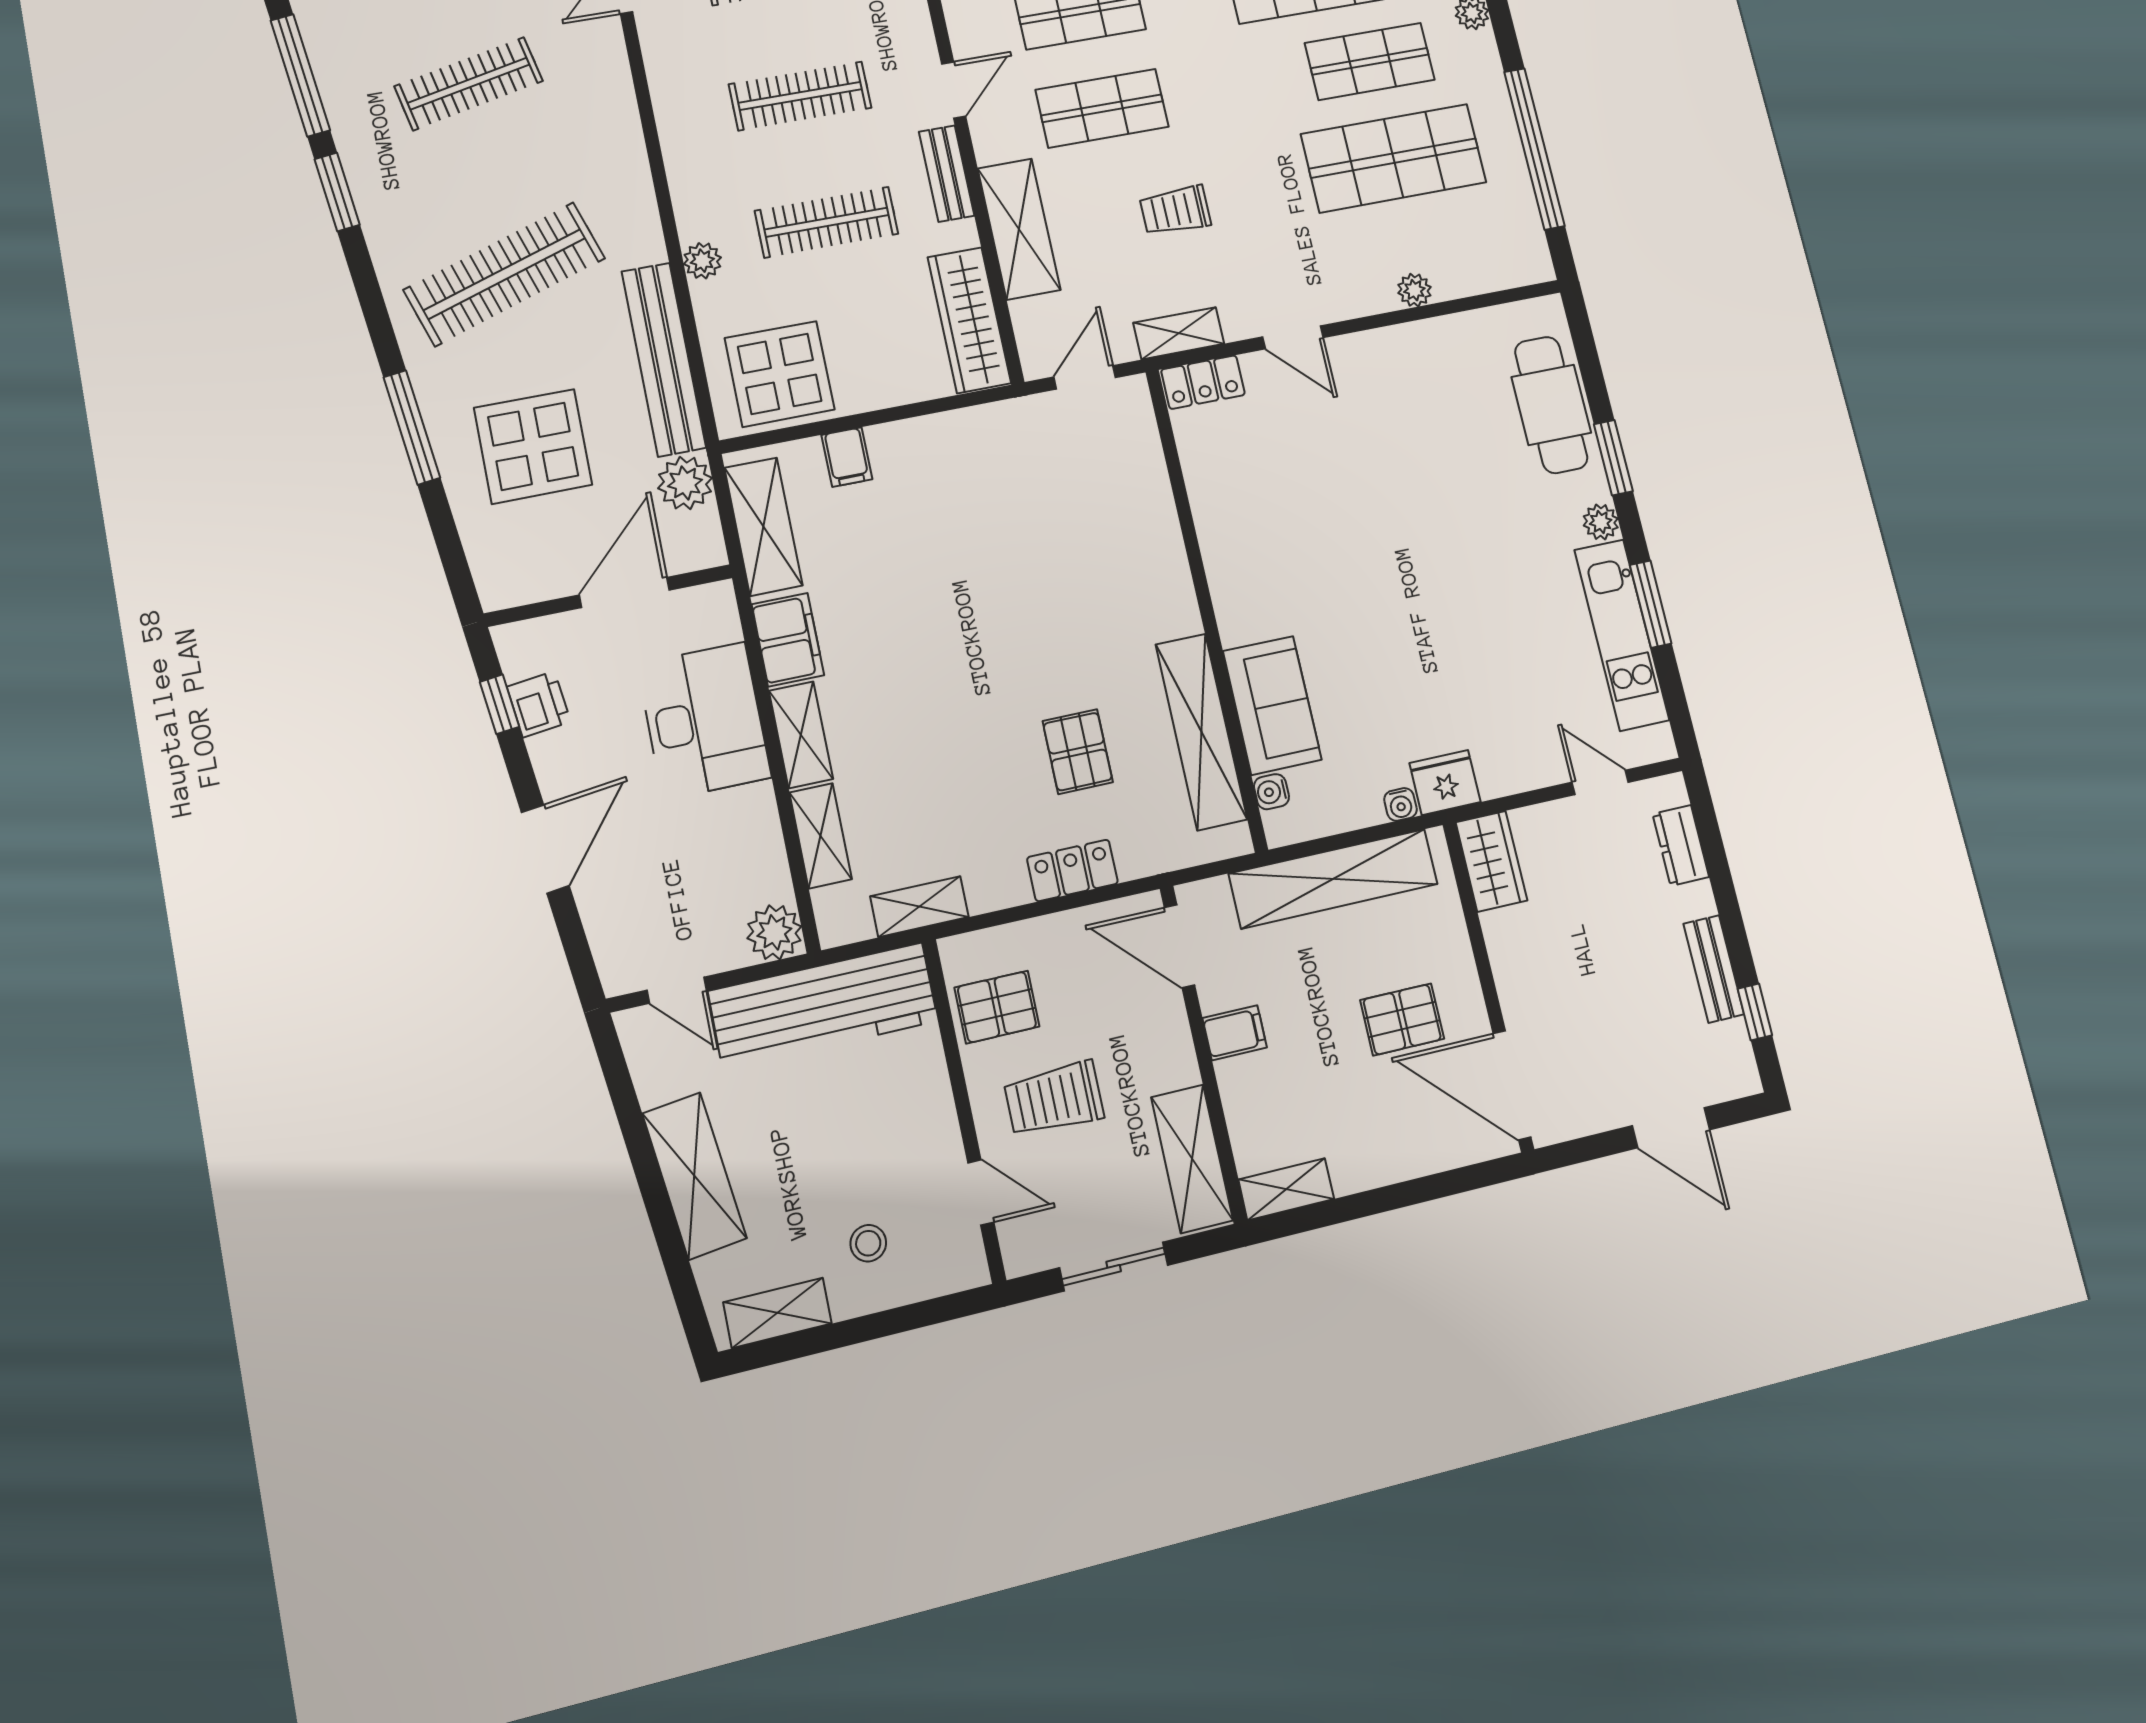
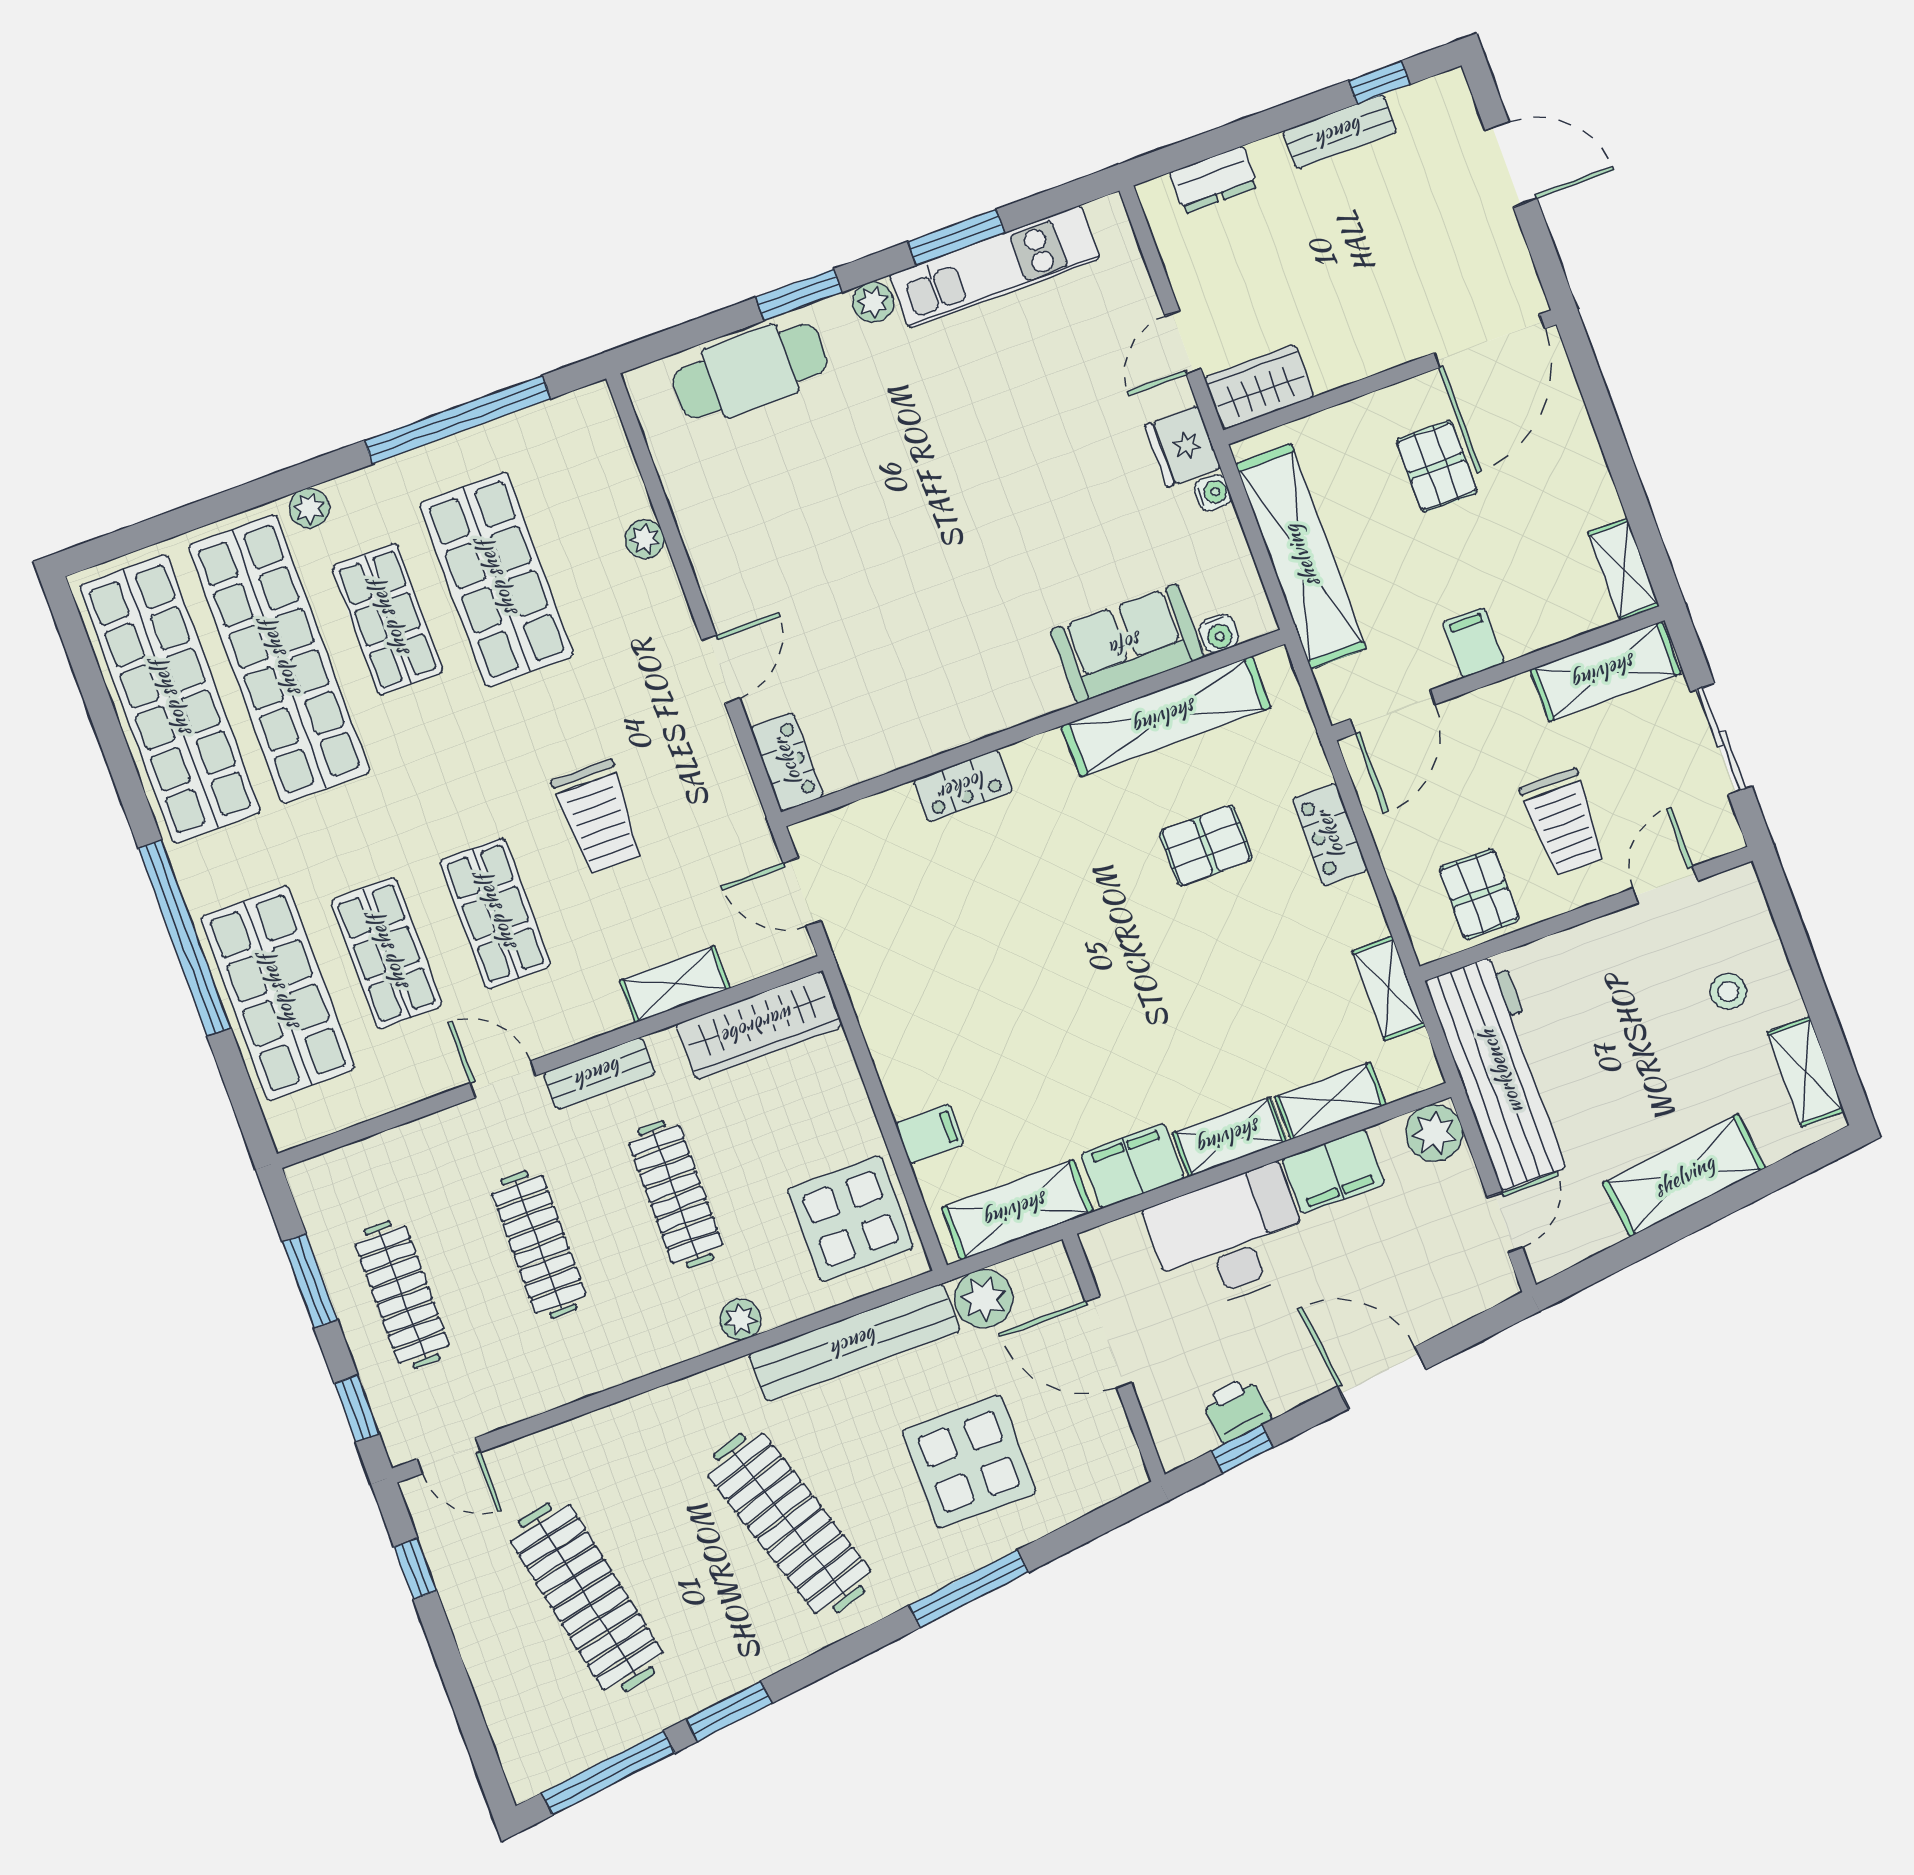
clothes rail: (469, 84) -> (587, 1597), width x1.37, depth x1.31
trolley: (1175, 210) -> (598, 817), width x1.36, depth x1.39
shelving: (1019, 229) -> (675, 984), width x0.67, depth x0.75
shelving: (1179, 333) -> (736, 796), removed
locker: (1162, 536) -> (963, 786), added
door: (1600, 782) -> (1183, 342), moved
filing cabinet: (753, 829) -> (1333, 1171), added
door: (1671, 1128) -> (1511, 164), hinge flipped

